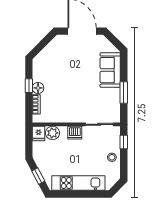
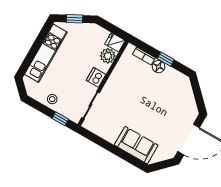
window: (124, 93) -> (107, 146), removed

